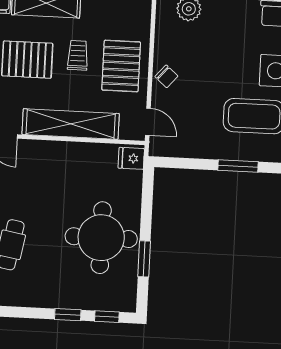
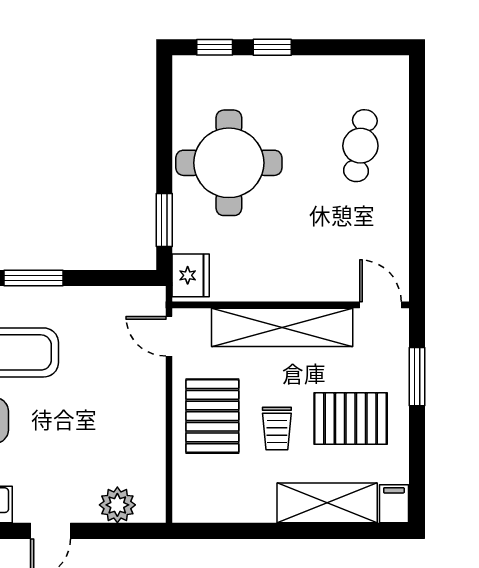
chair: (166, 76) -> (145, 404), removed
fridge: (131, 158) -> (191, 275), width x1.38
window: (144, 259) -> (164, 220), moved

